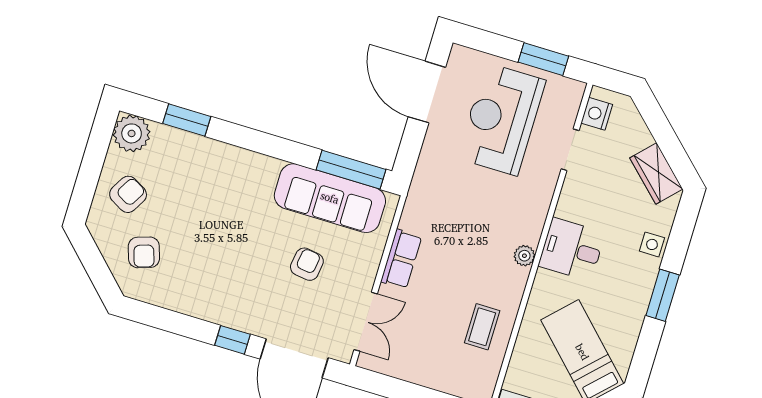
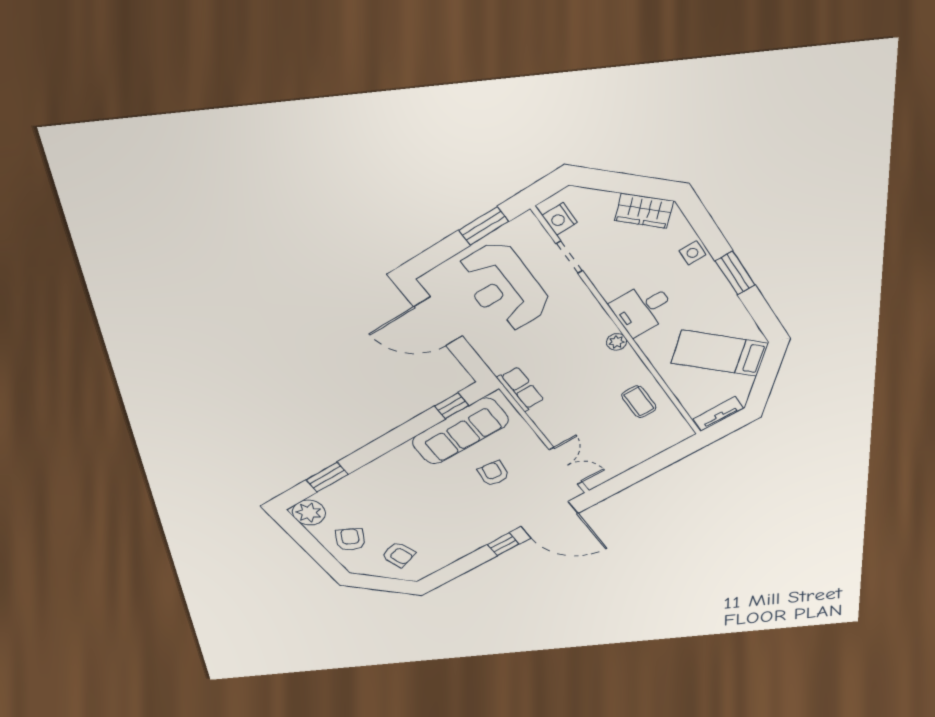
window: (351, 170) -> (452, 406), width x0.46
row of seats: (401, 259) -> (521, 389), moved

